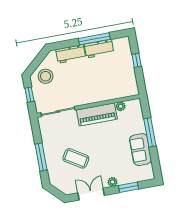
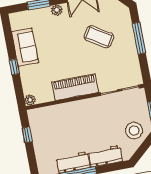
window: (137, 60) -> (27, 135), moved
plant: (121, 106) -> (30, 100), moved
window: (150, 132) -> (14, 67), width x0.46

